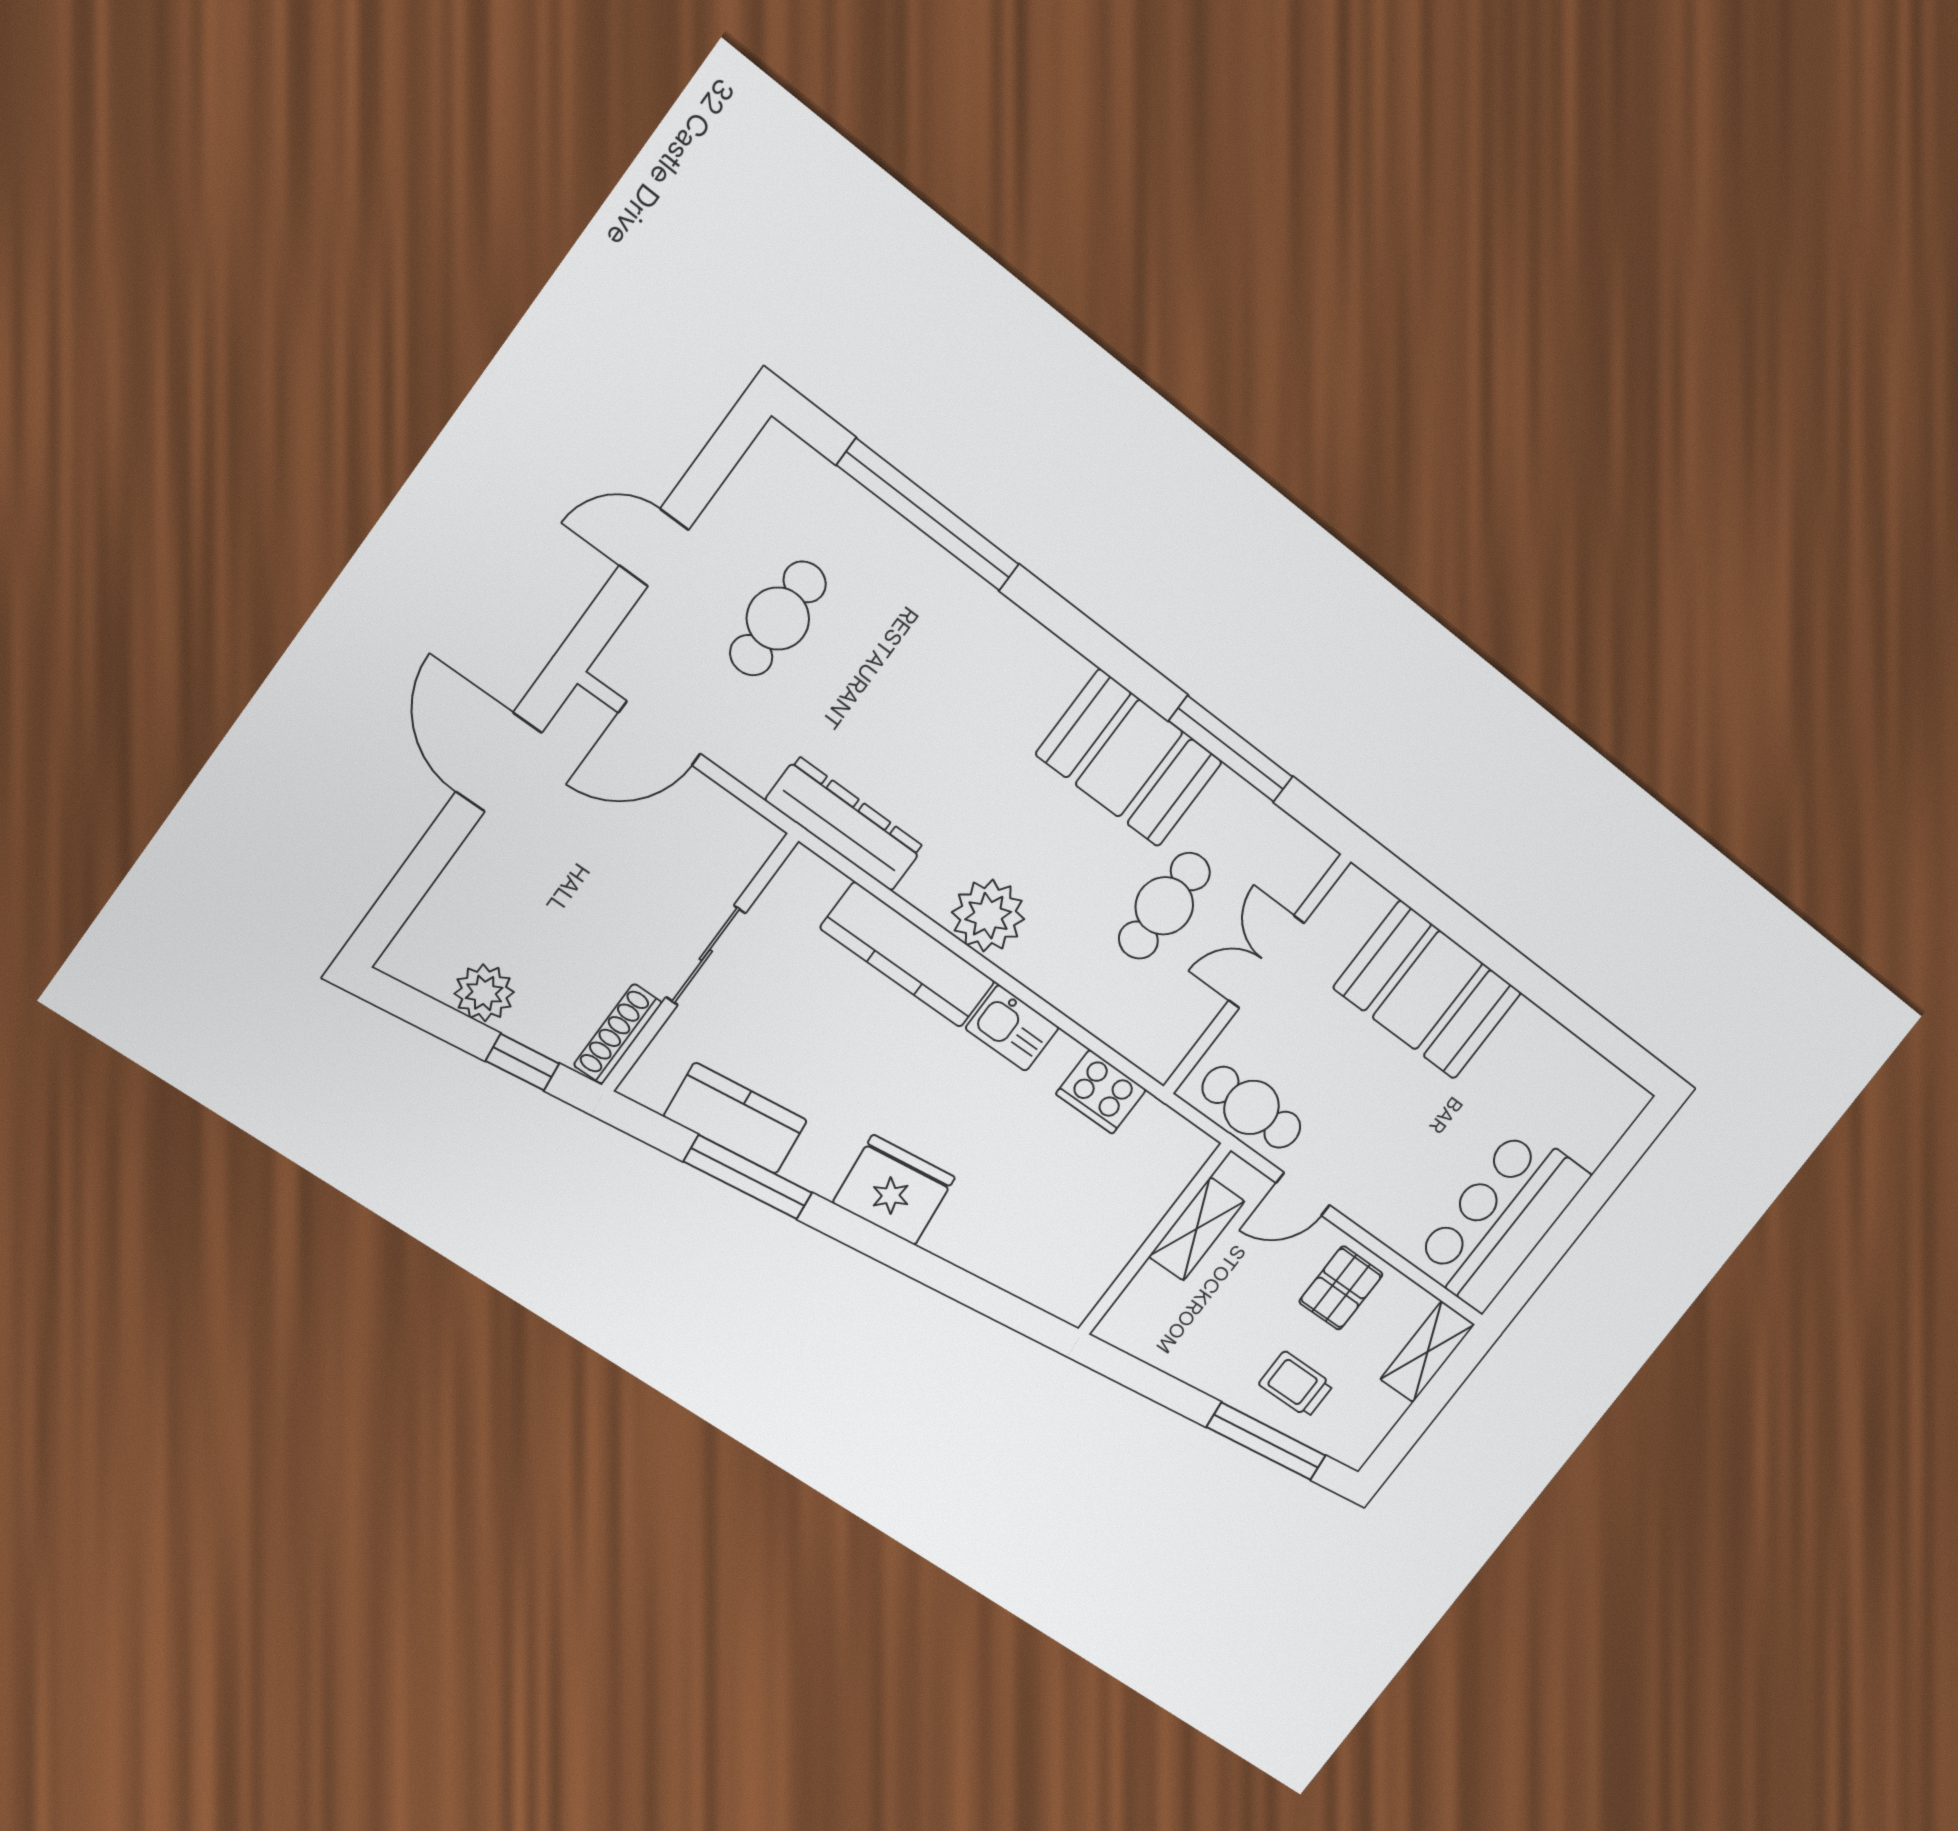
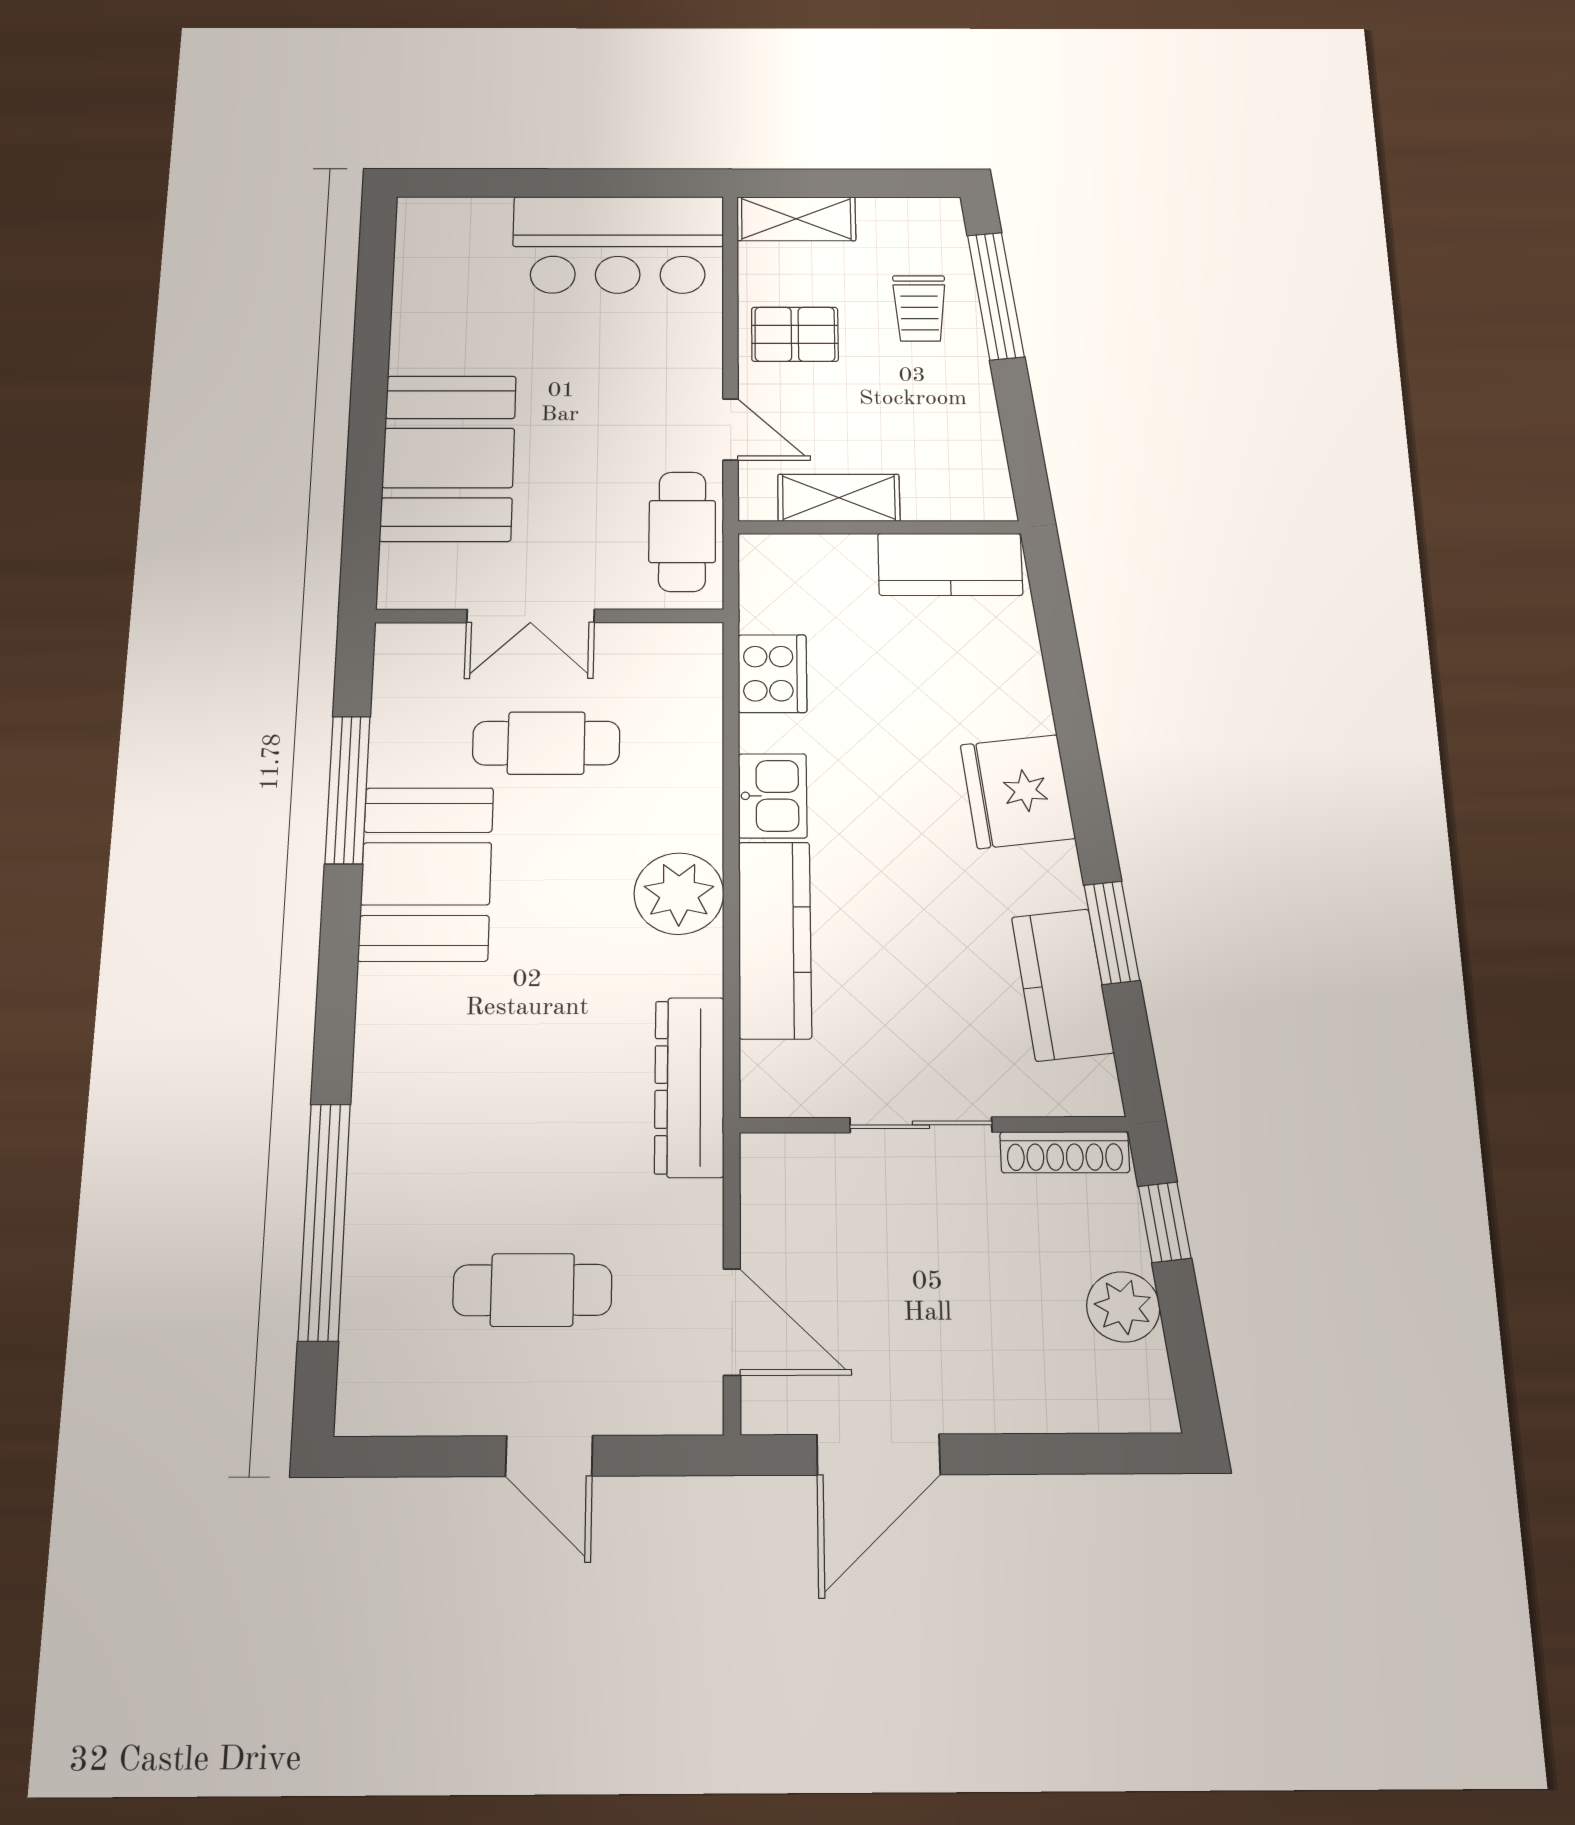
window: (748, 1177) -> (1112, 933), width x0.69
kitchen counter: (1091, 1266) -> (950, 564), added

